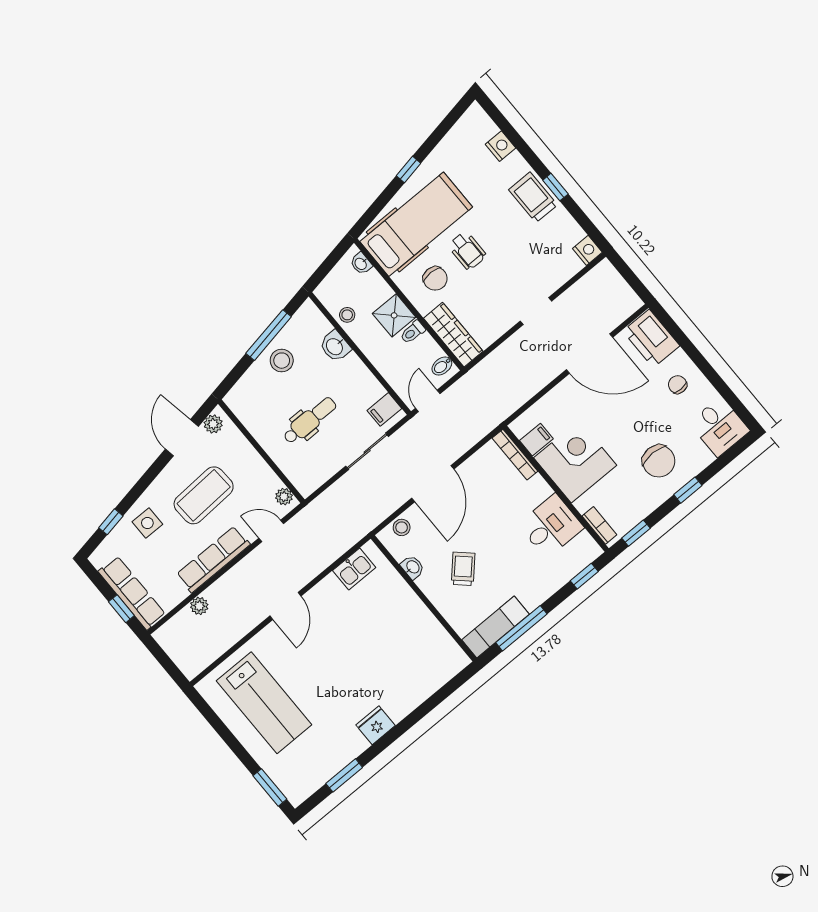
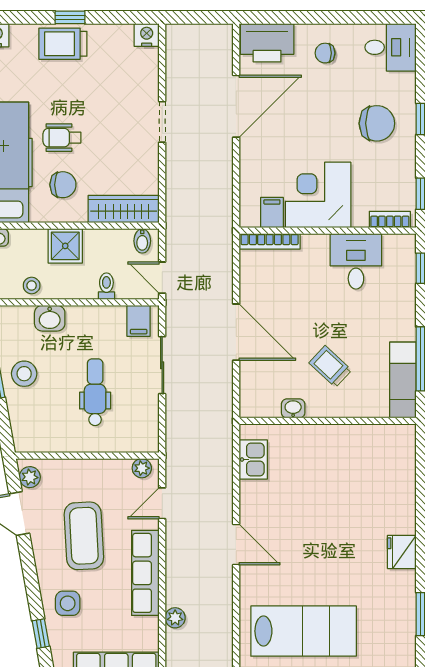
wheelchair: (467, 251) -> (62, 138), turned 180
toilet: (413, 332) -> (106, 286), moved, turned 180
stool: (402, 527) -> (251, 390), removed

